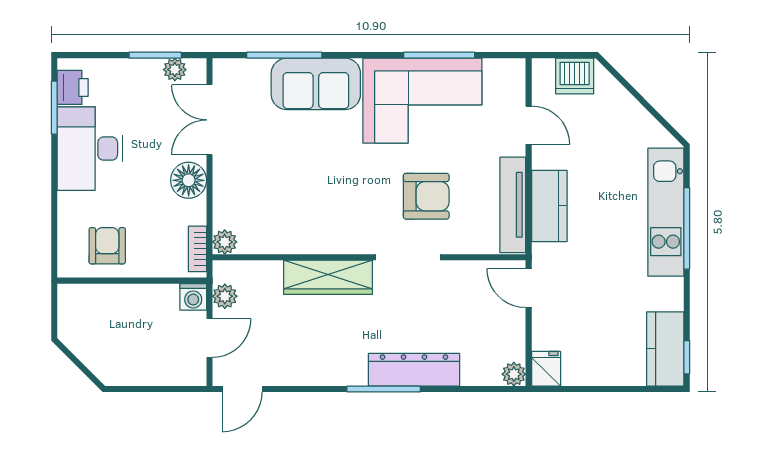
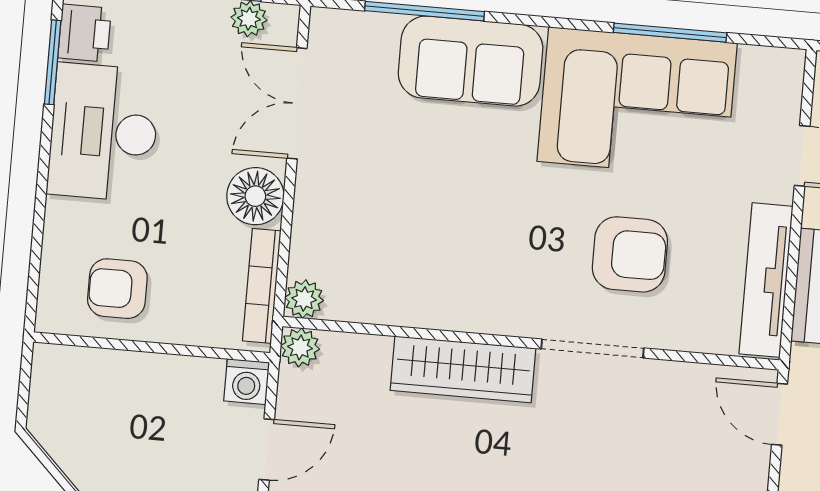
armchair: (107, 246) -> (117, 289), turned -90
bookcase: (197, 249) -> (262, 286), width x1.56
plant: (225, 296) -> (300, 347), moved

